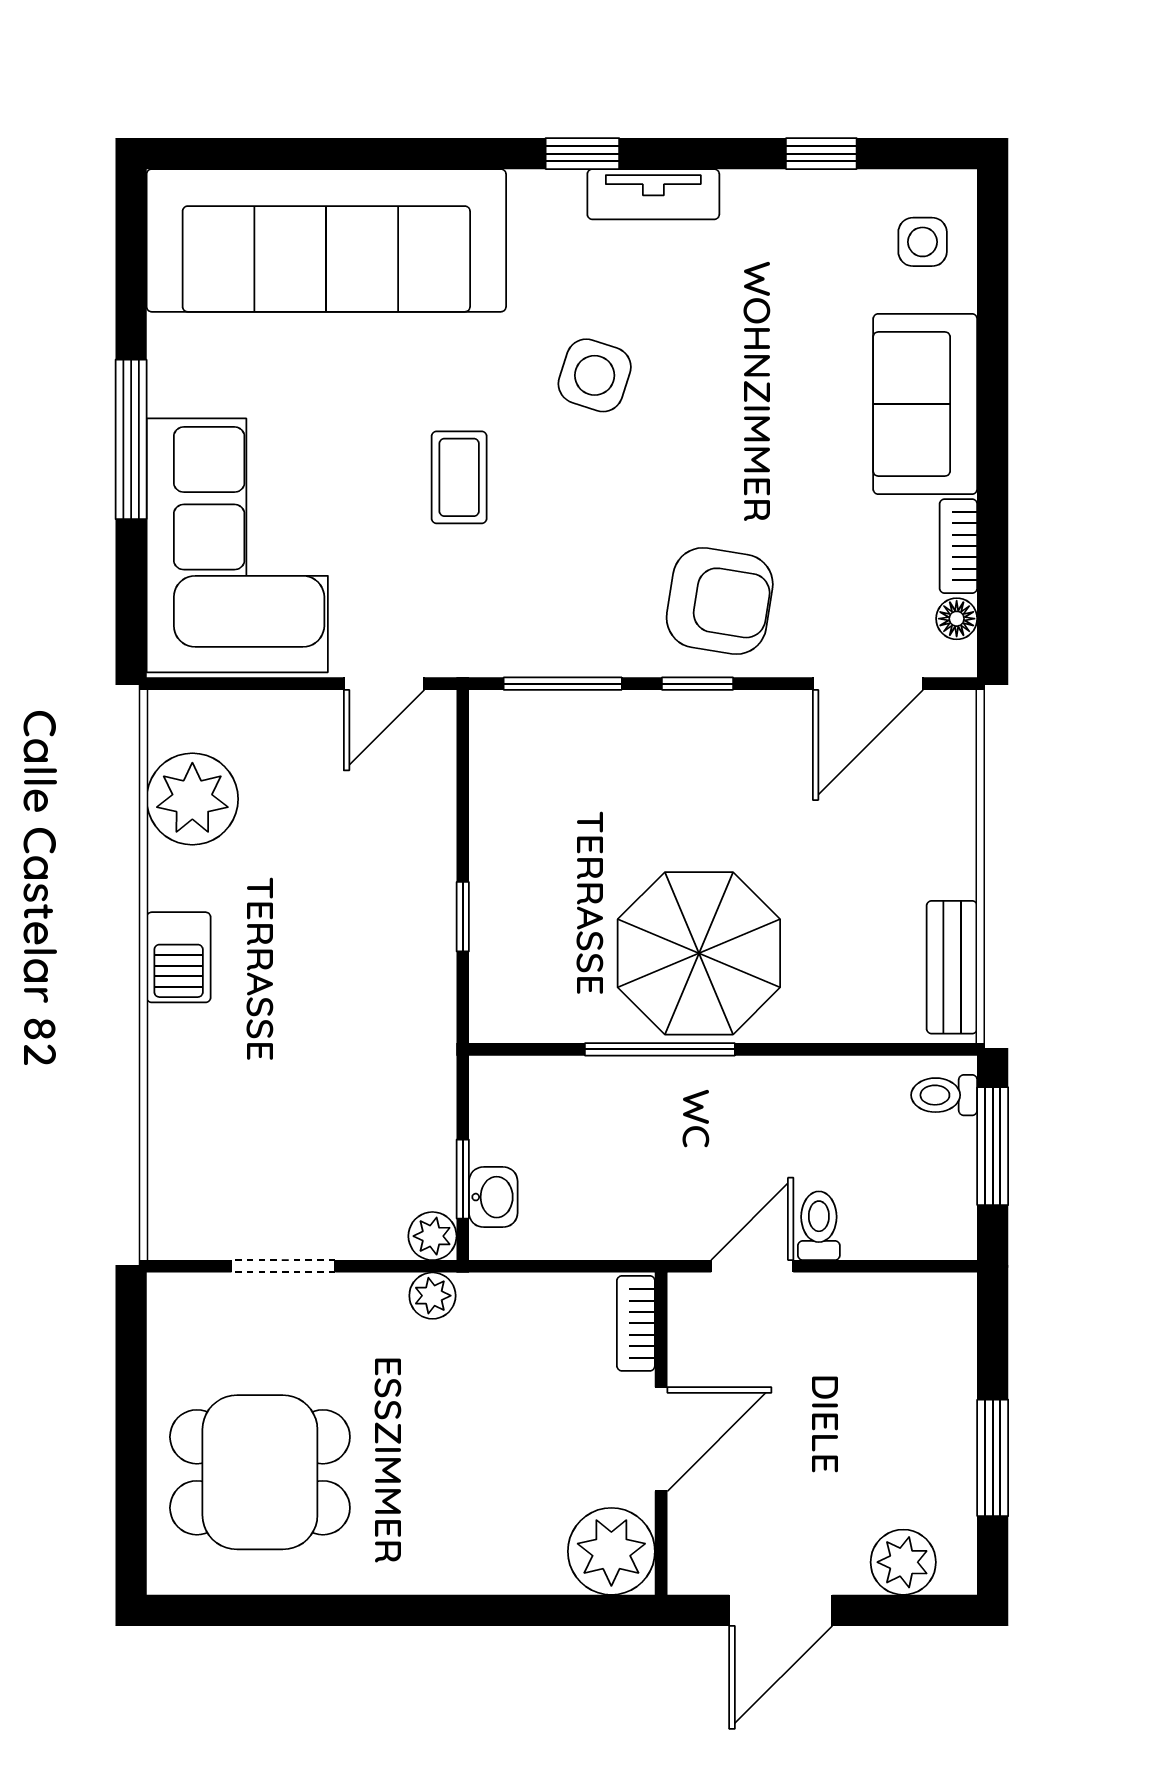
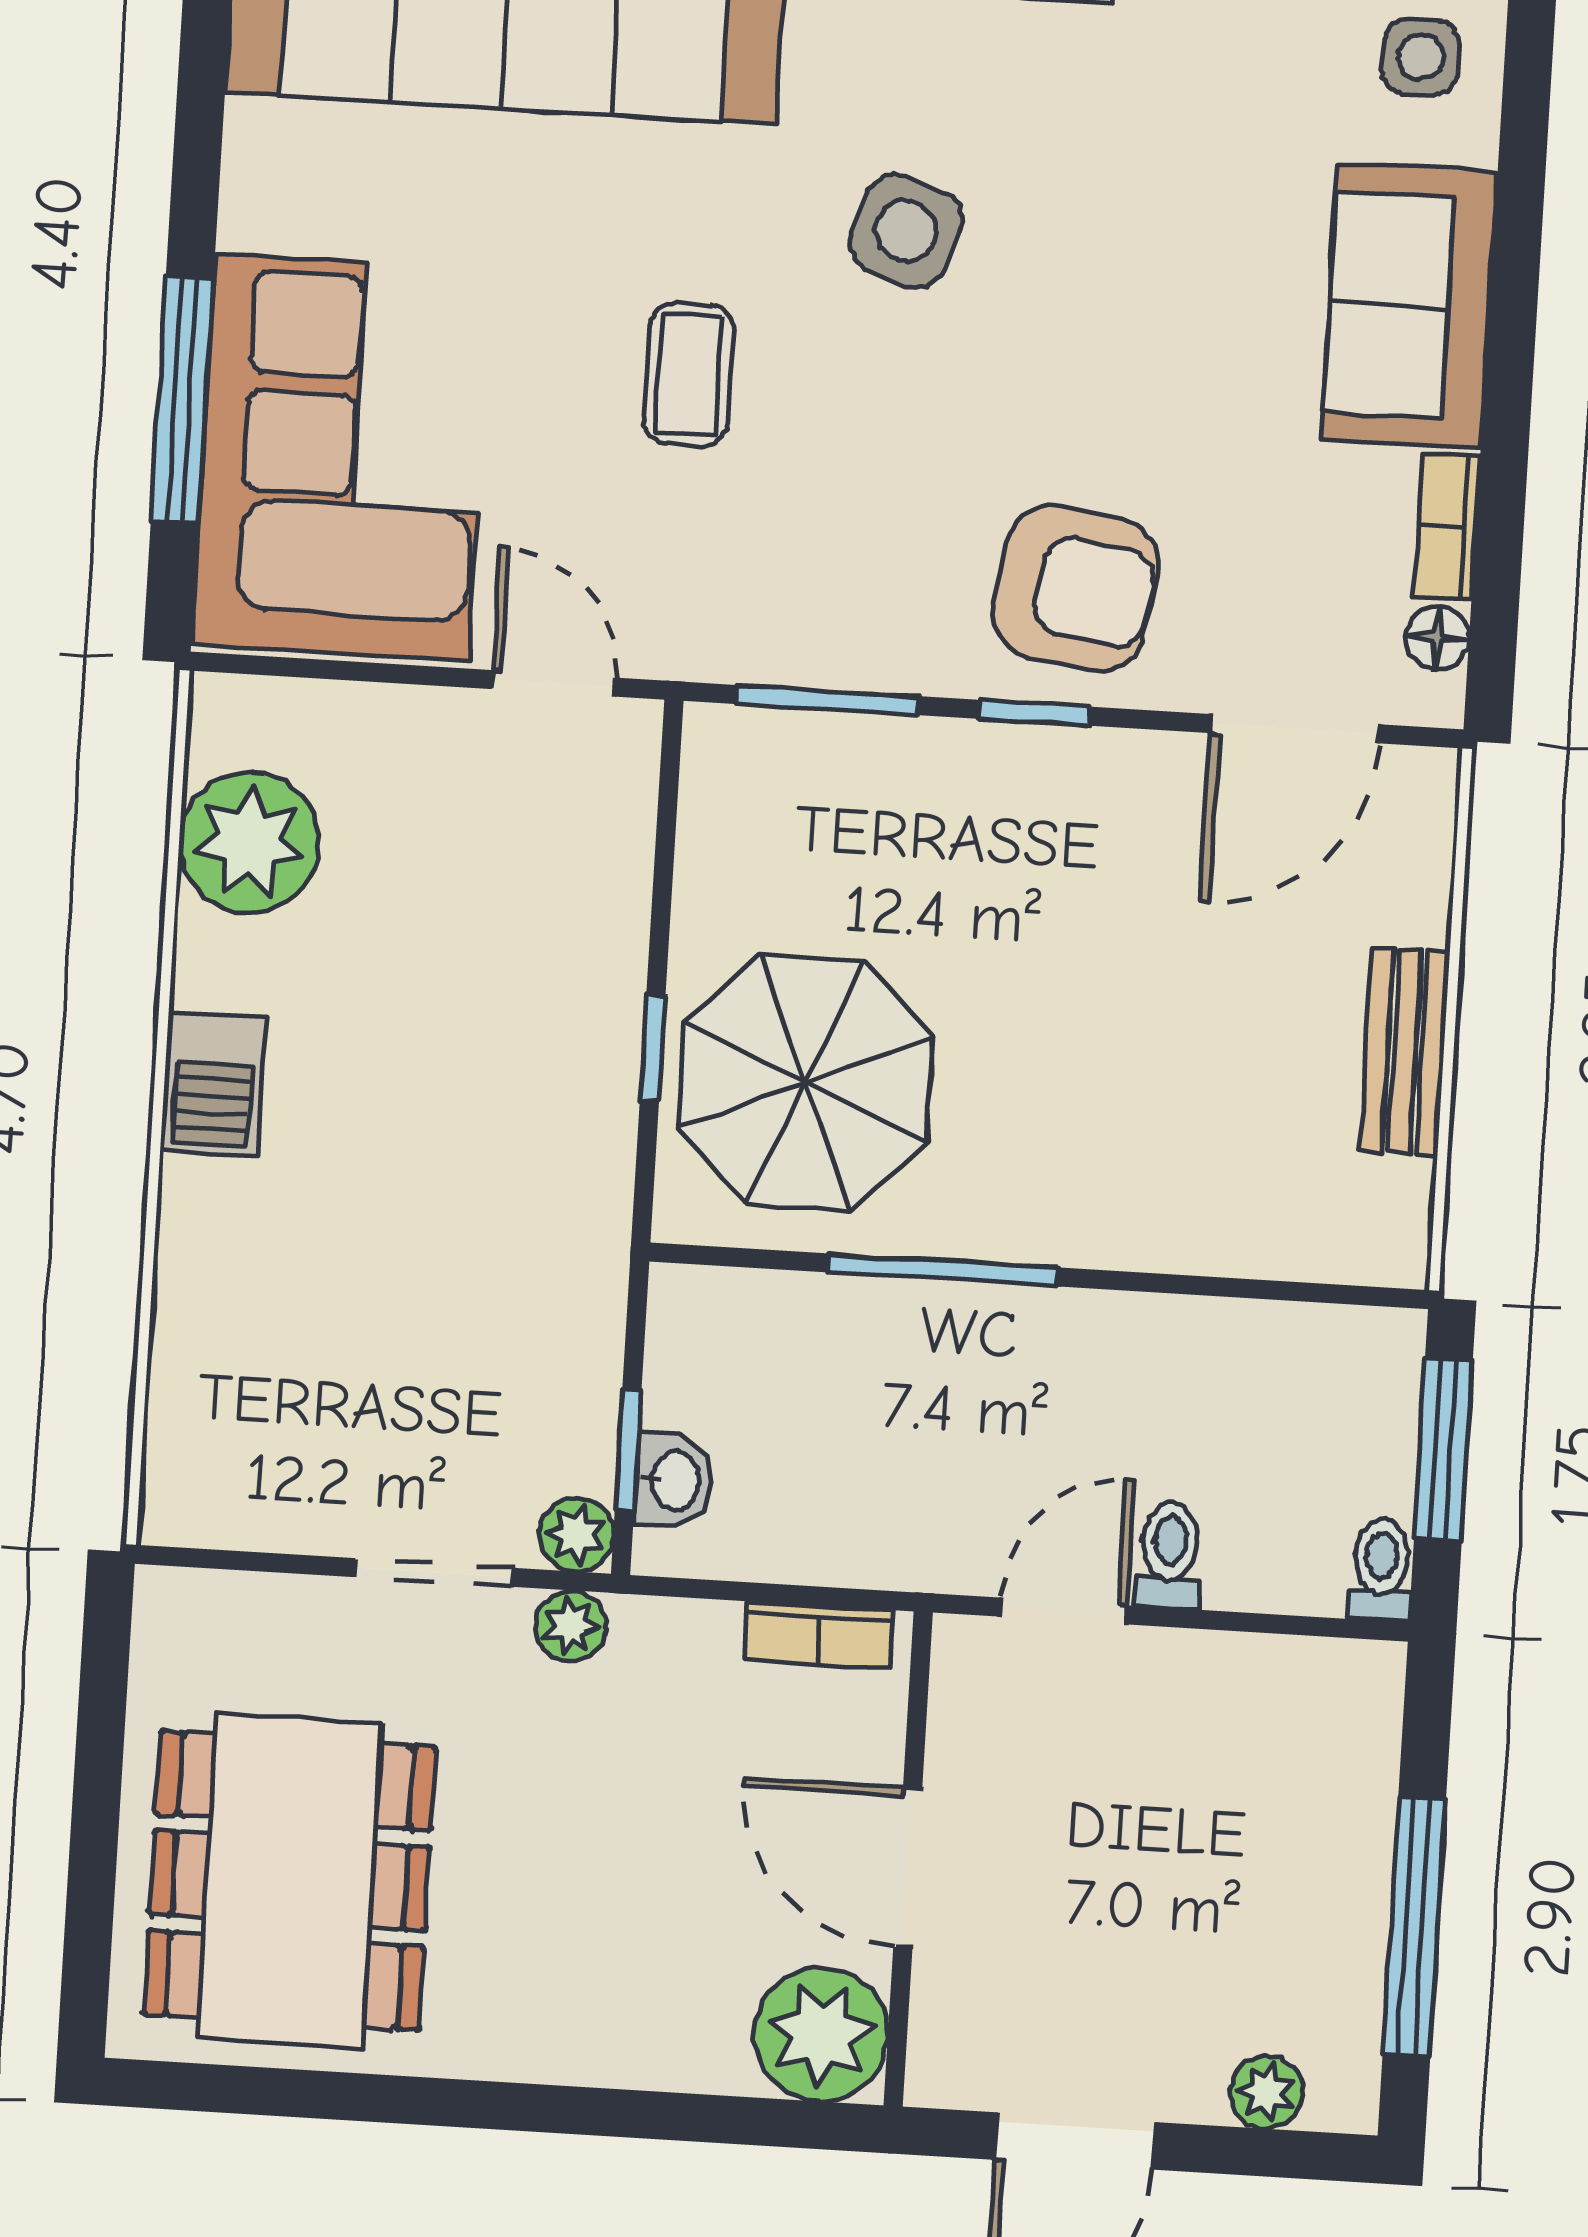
window: (131, 439) -> (182, 400), moved
door: (384, 684) -> (554, 683), swing flipped
parasol: (699, 953) -> (805, 1083), moved
bench: (952, 967) -> (1405, 1052), moved
toilet: (944, 1095) -> (1381, 1570), moved, turned 90
doorway: (283, 1266) -> (434, 1572), moved
bookcase: (636, 1323) -> (819, 1635), moved, turned -90
door: (661, 1439) -> (908, 1868), swing flipped
window: (993, 1458) -> (1414, 1927), width x1.44
dining table: (260, 1472) -> (290, 1881), width x1.38
plant: (903, 1562) -> (1266, 2092), width x0.73, depth x0.73

